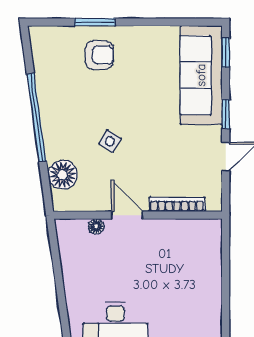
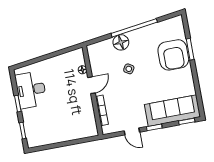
armchair: (99, 55) -> (173, 55), width x1.88, depth x1.88
floor lamp: (63, 175) -> (121, 42), moved

